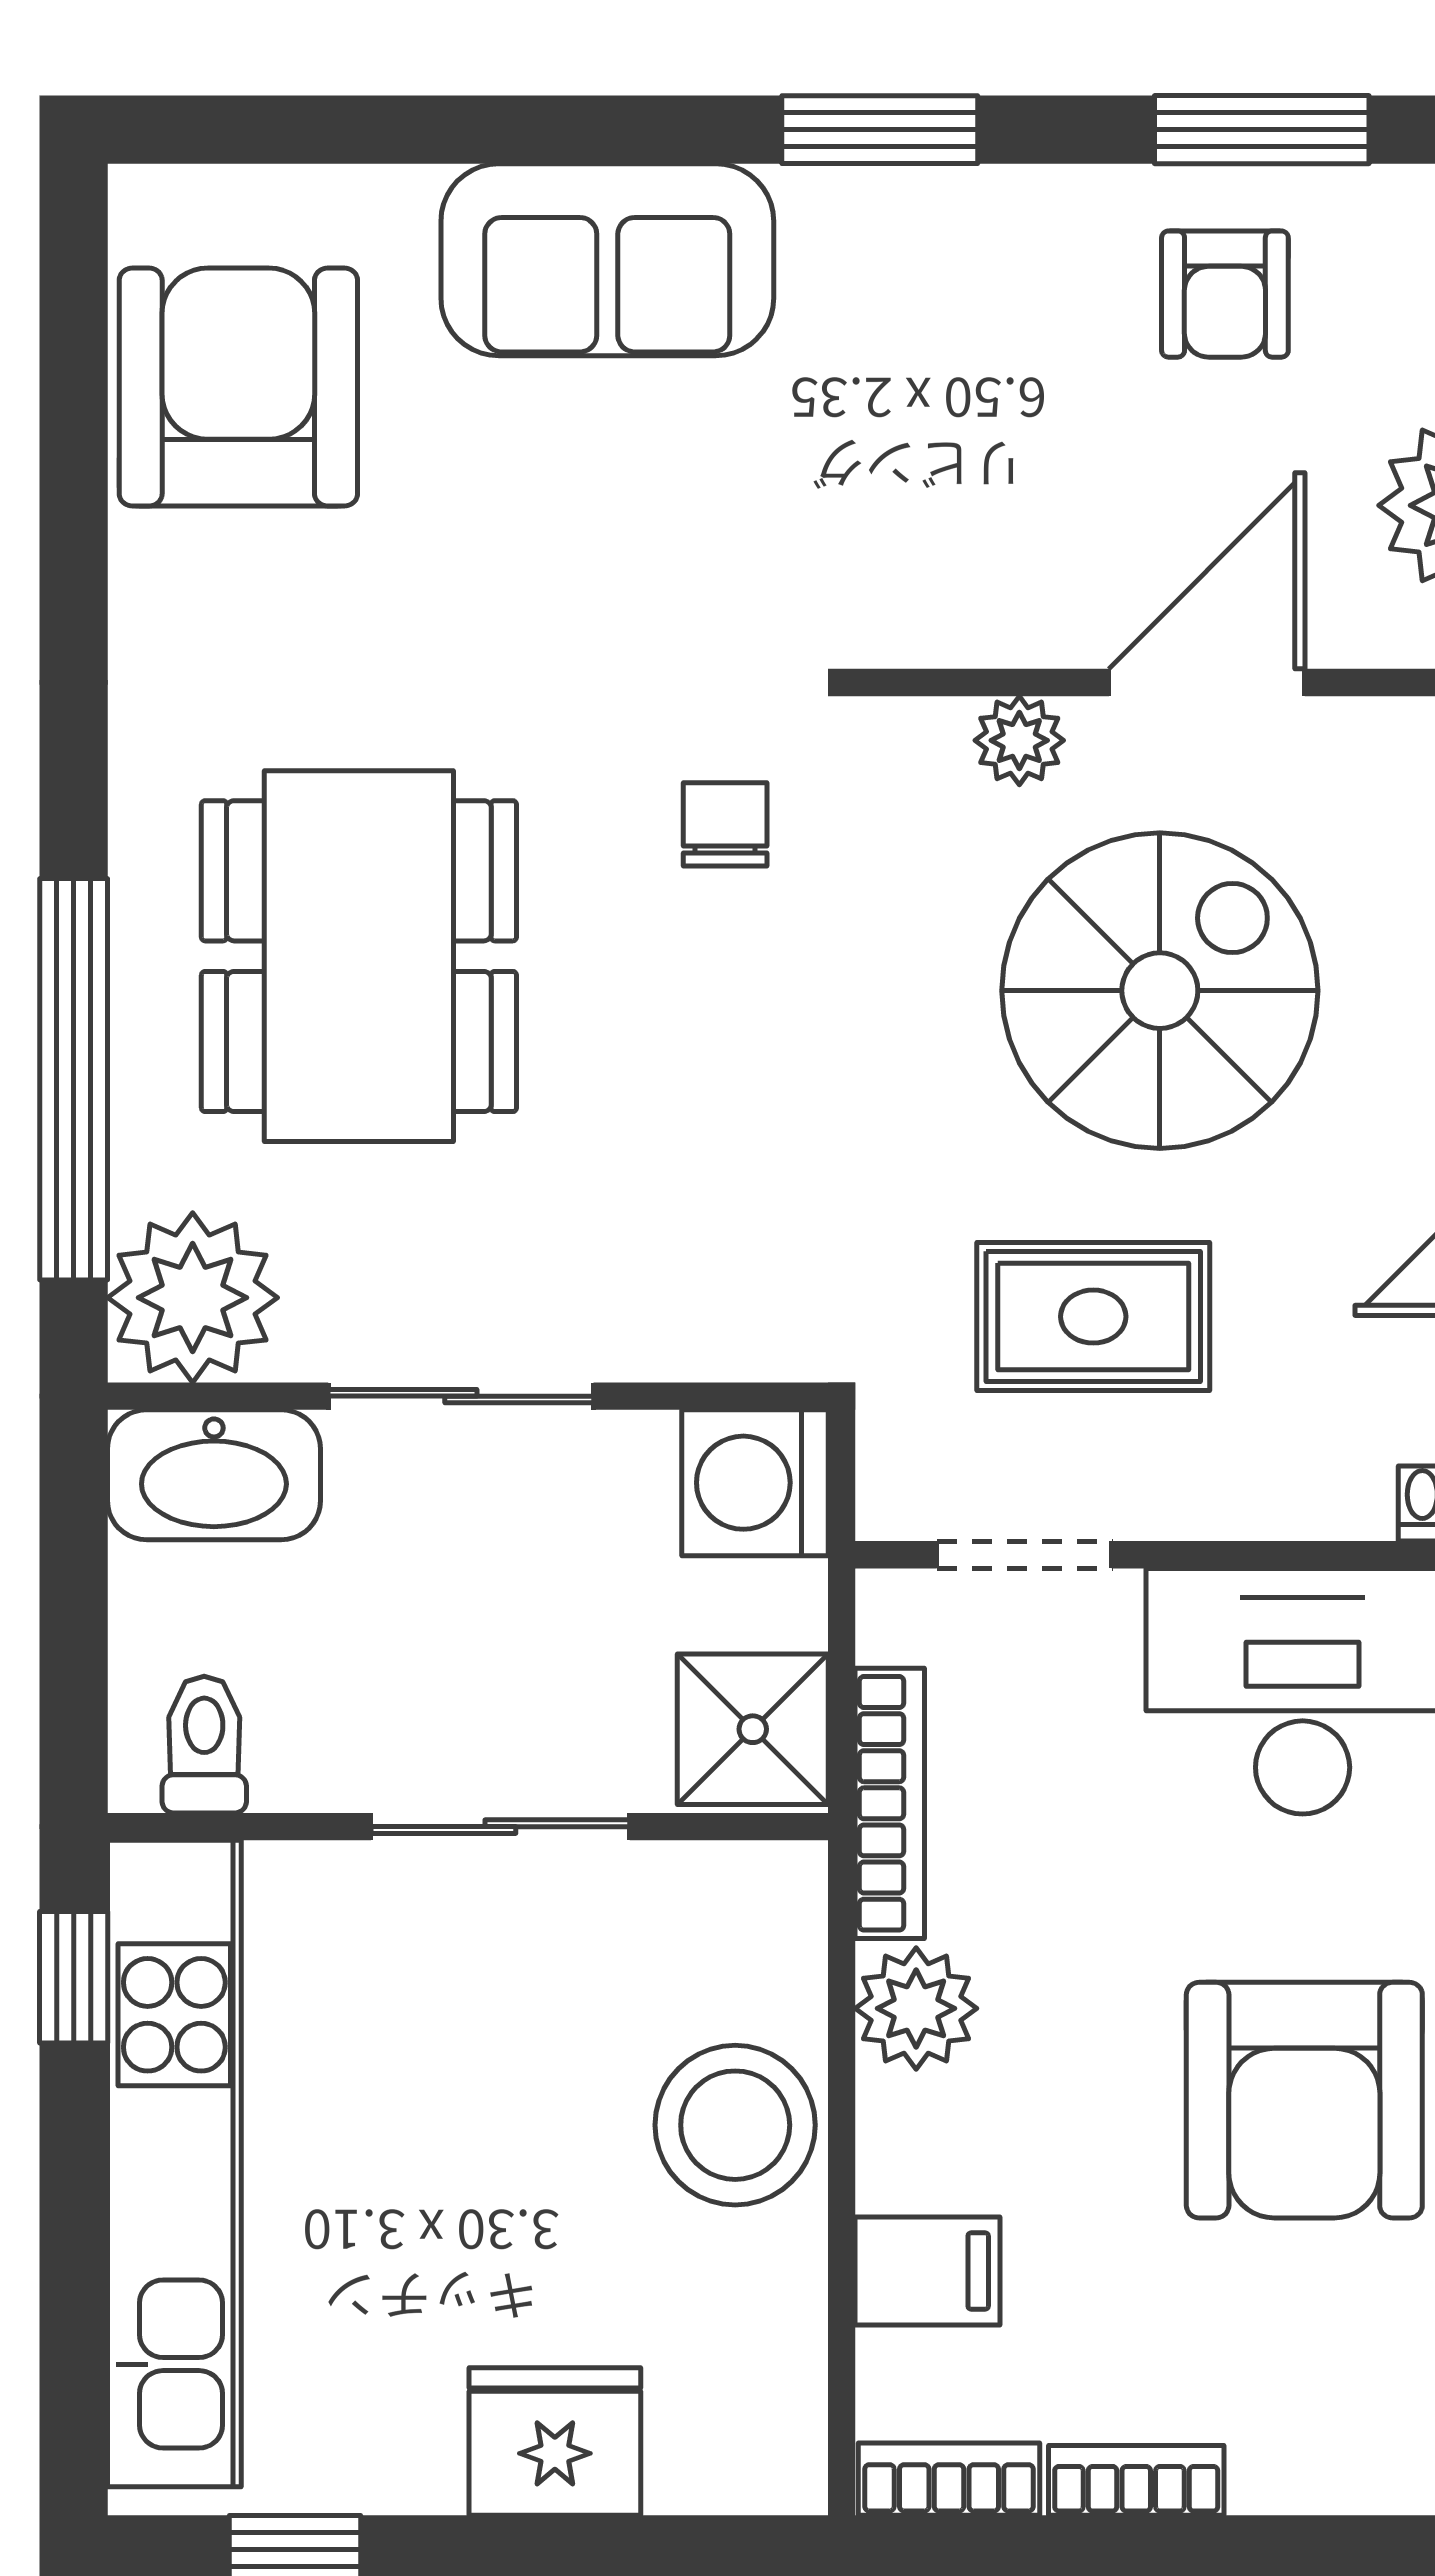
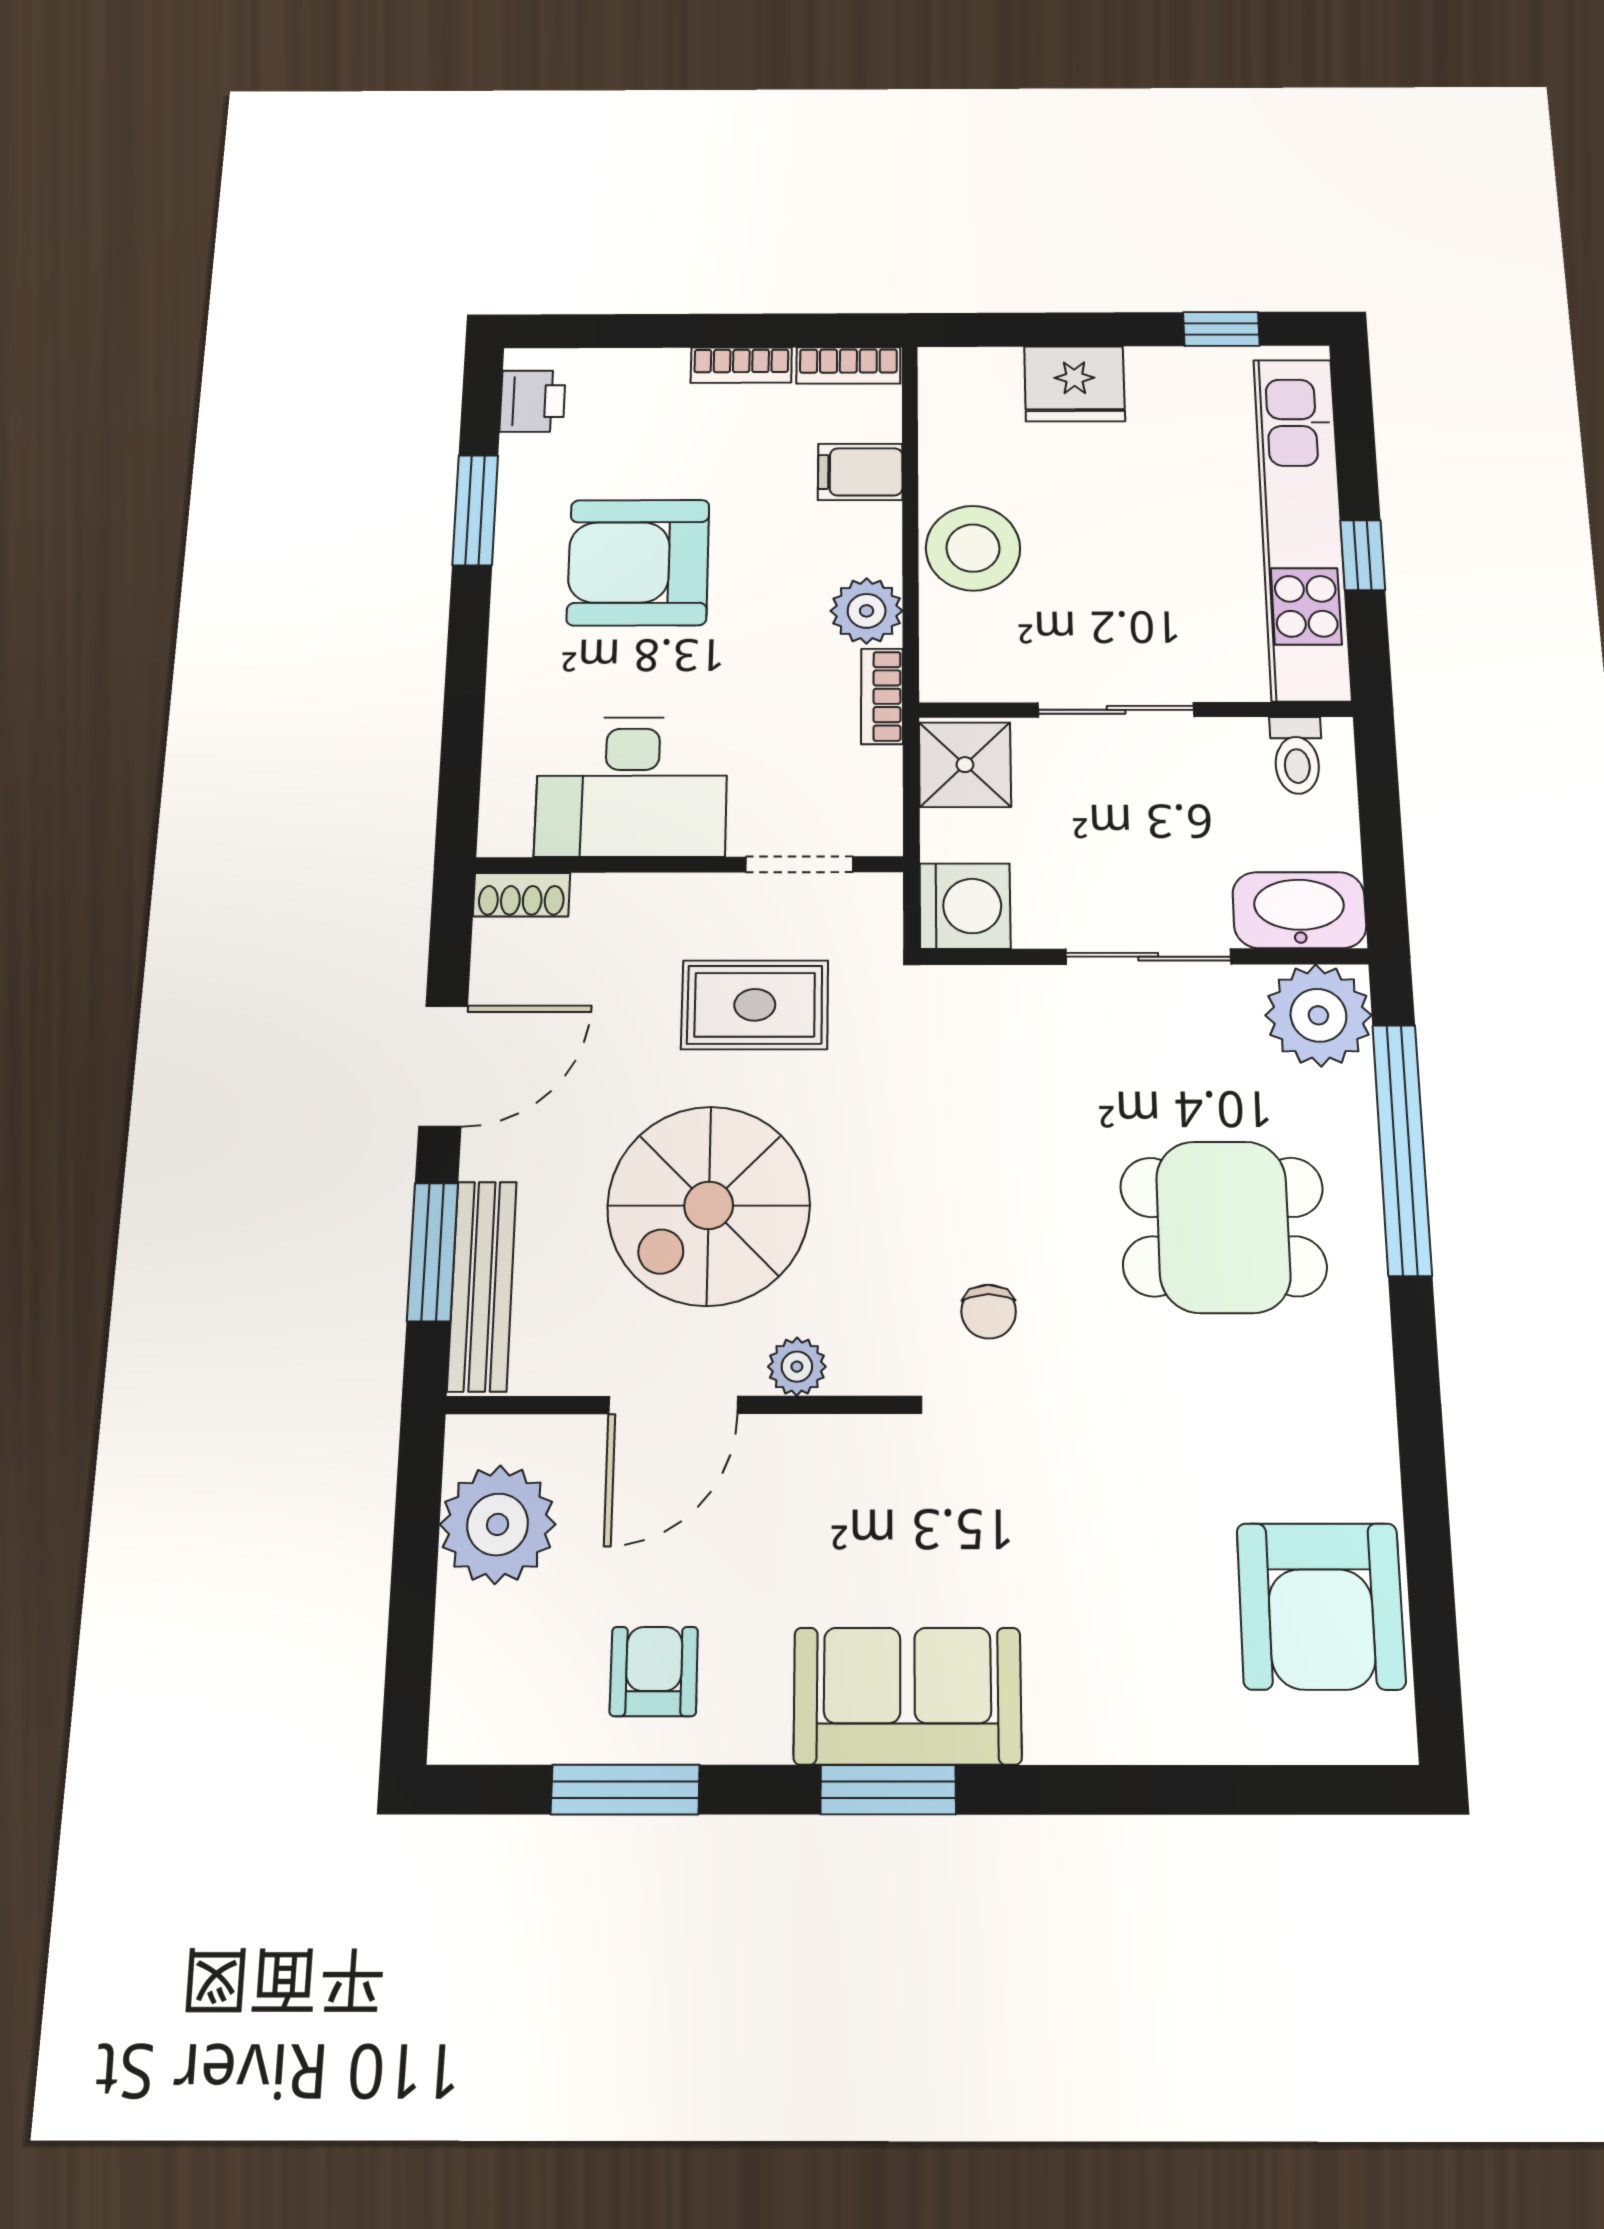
sofa: (607, 260) -> (907, 1696), moved
dining table: (359, 956) -> (1223, 1227), width x0.73
bookcase: (890, 1803) -> (882, 696), width x0.64
window: (74, 1977) -> (1363, 555), moved
armchair: (1304, 2100) -> (638, 562), turned -90

